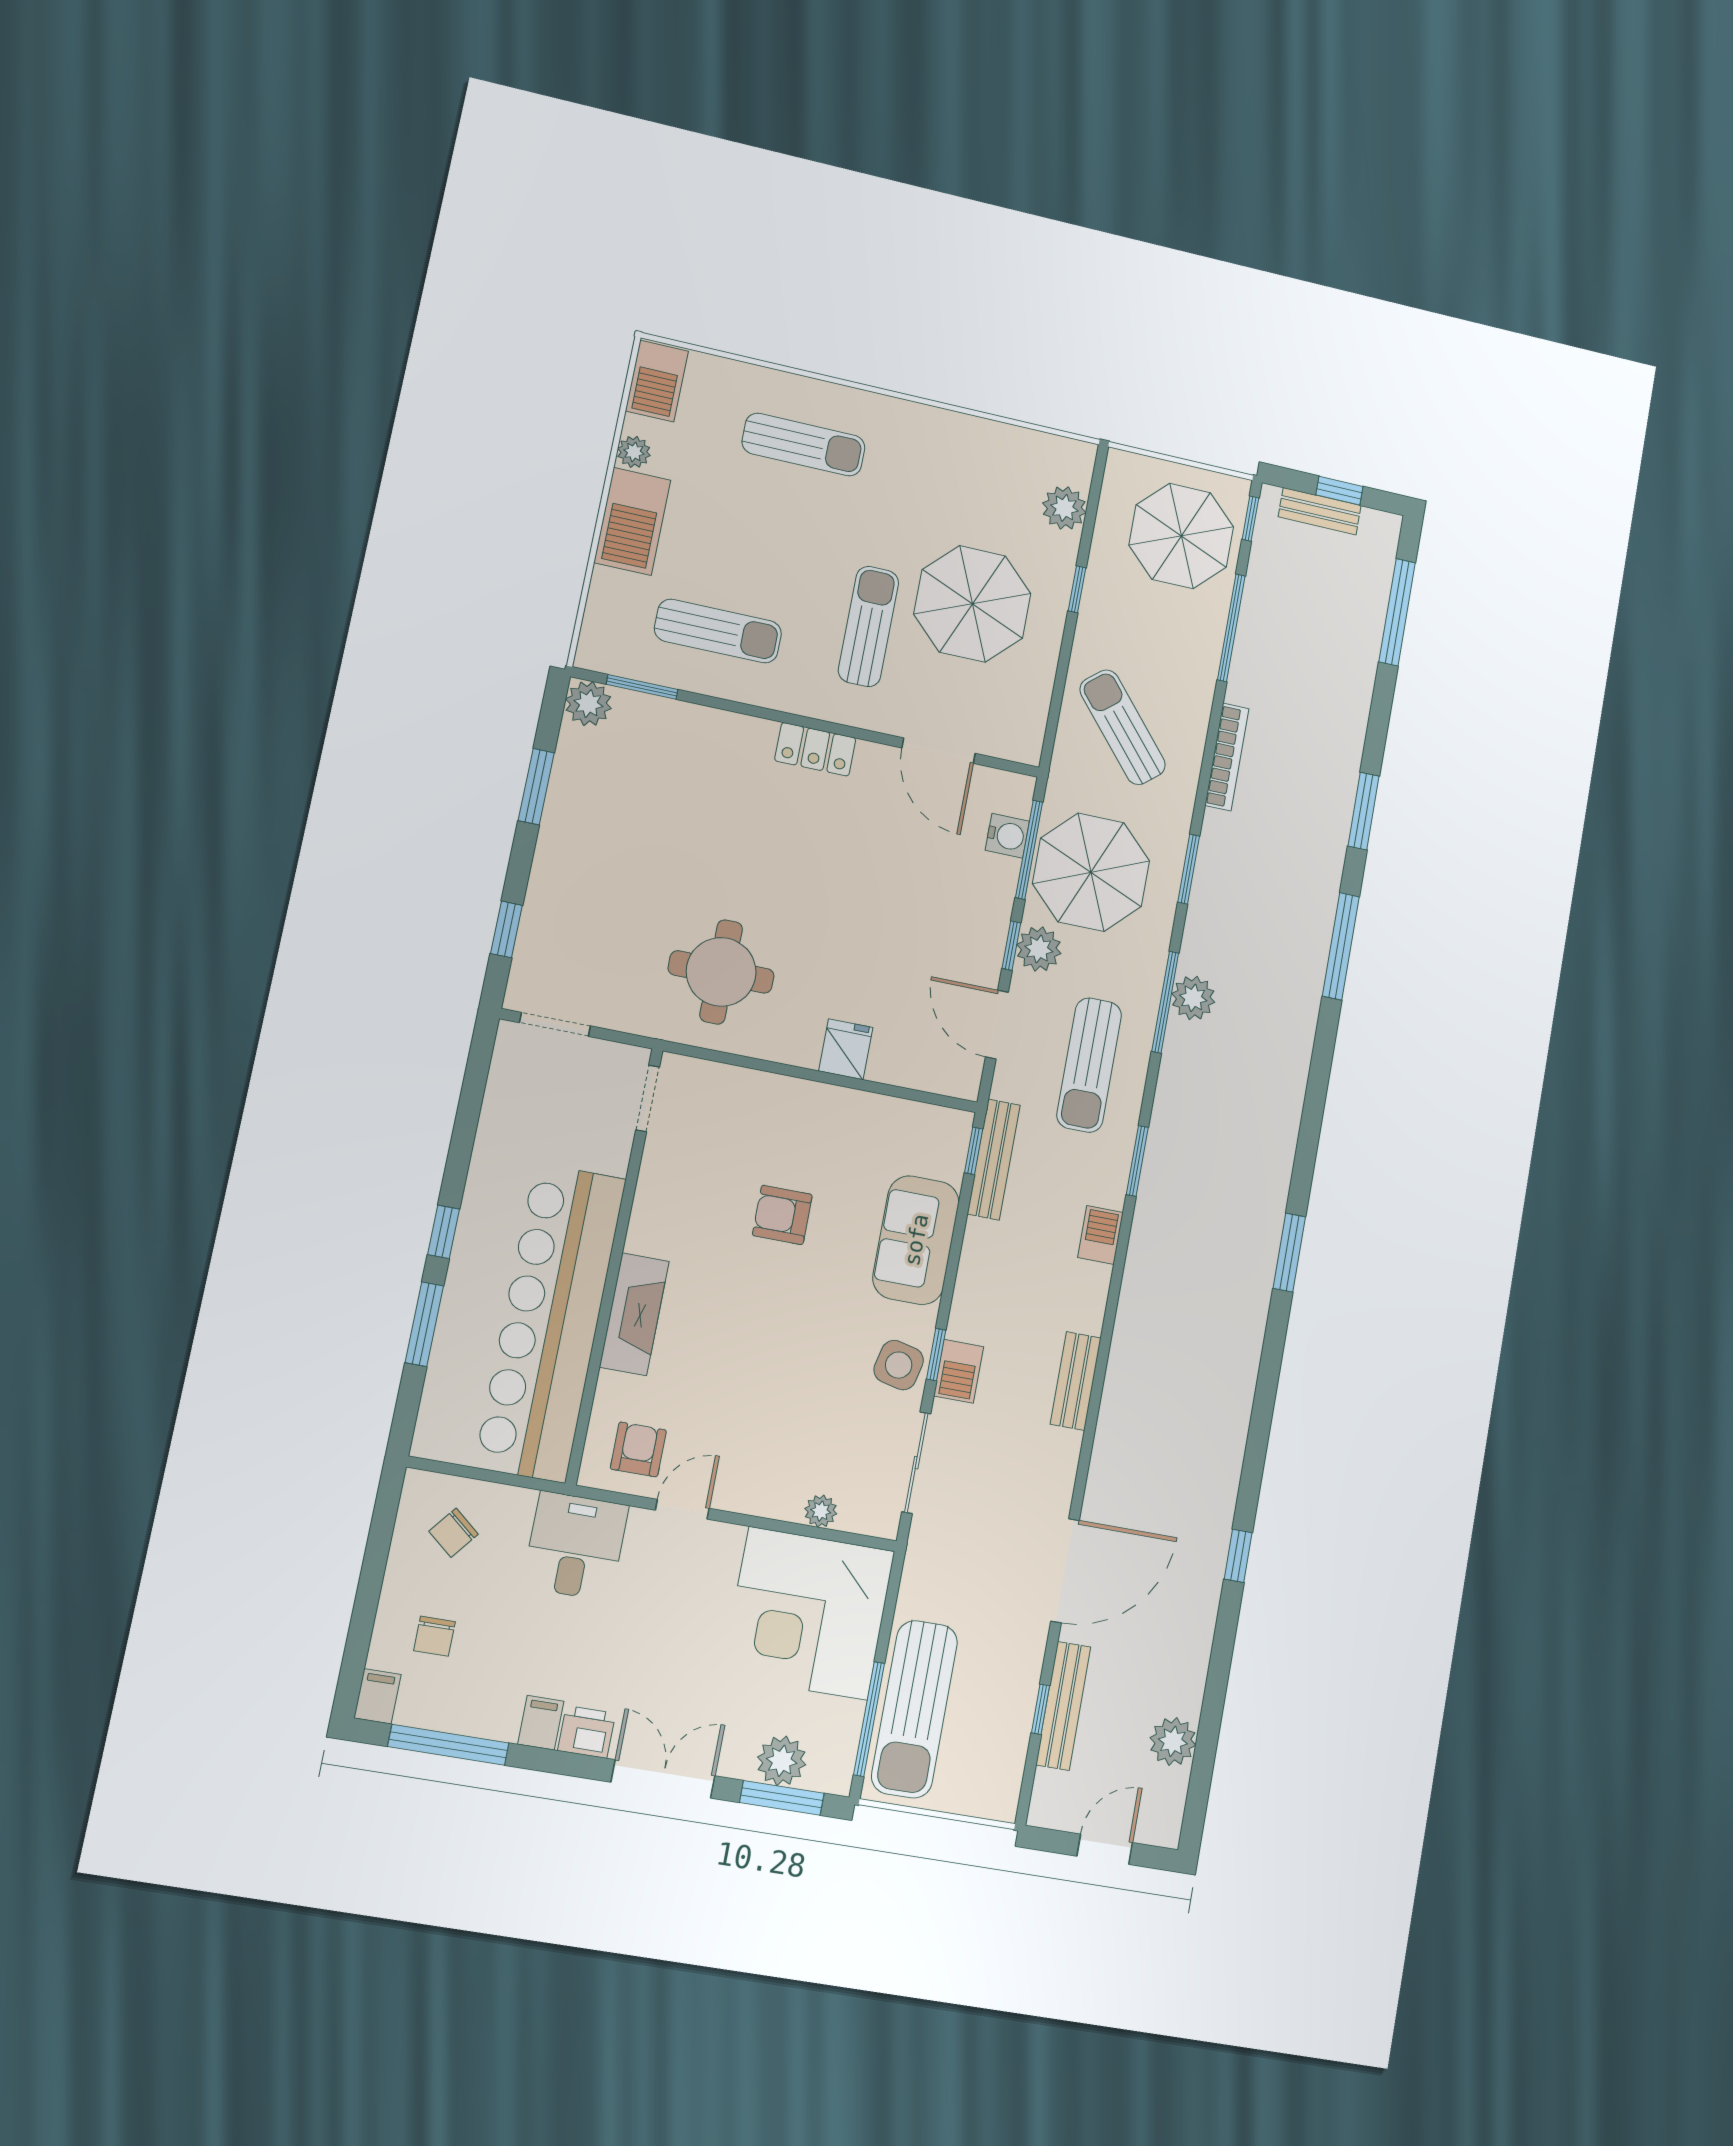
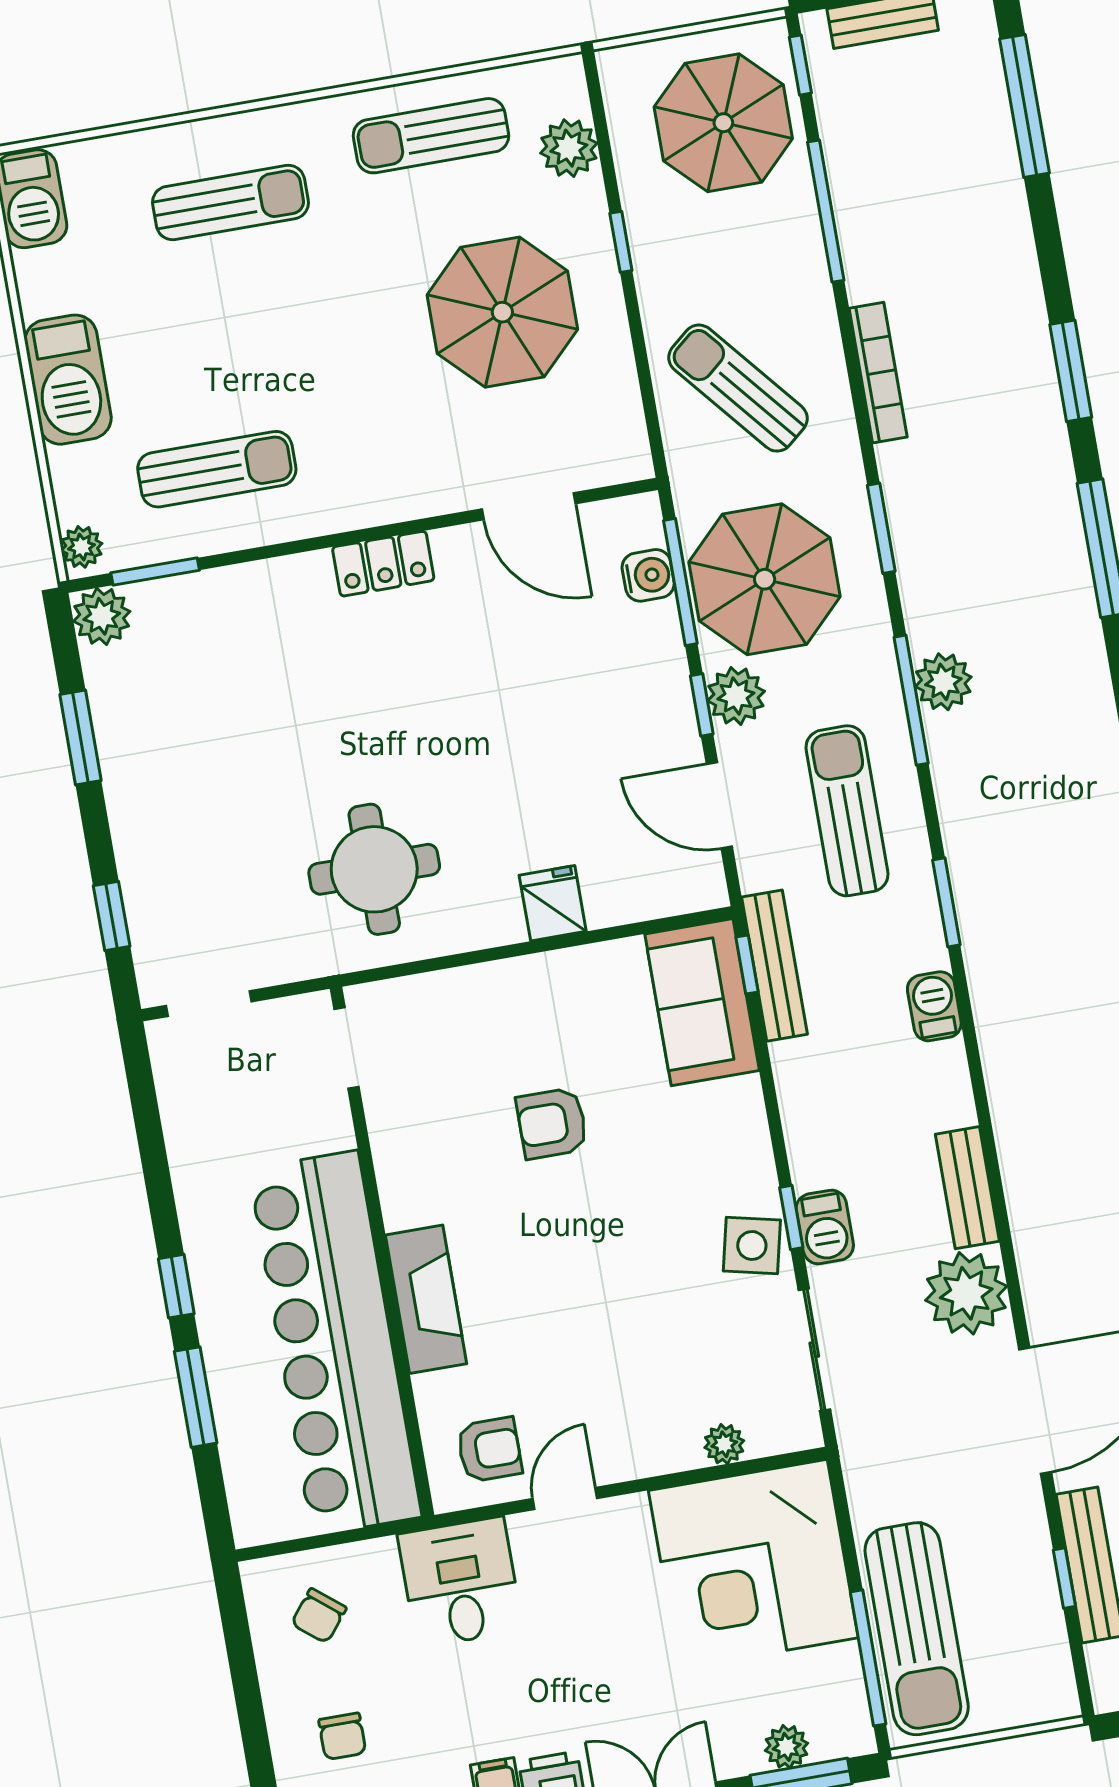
plant: (634, 452) -> (82, 547), moved
sun lounger: (868, 626) -> (431, 136), moved, turned -90
sun lounger: (1089, 1065) -> (847, 811), turned 180
sofa: (916, 1240) -> (702, 1002), moved
armchair: (638, 1449) -> (489, 1450), turned 90
plant: (1046, 1461) -> (966, 1293), added
plant: (782, 1761) -> (787, 1747), width x0.73, depth x0.73

